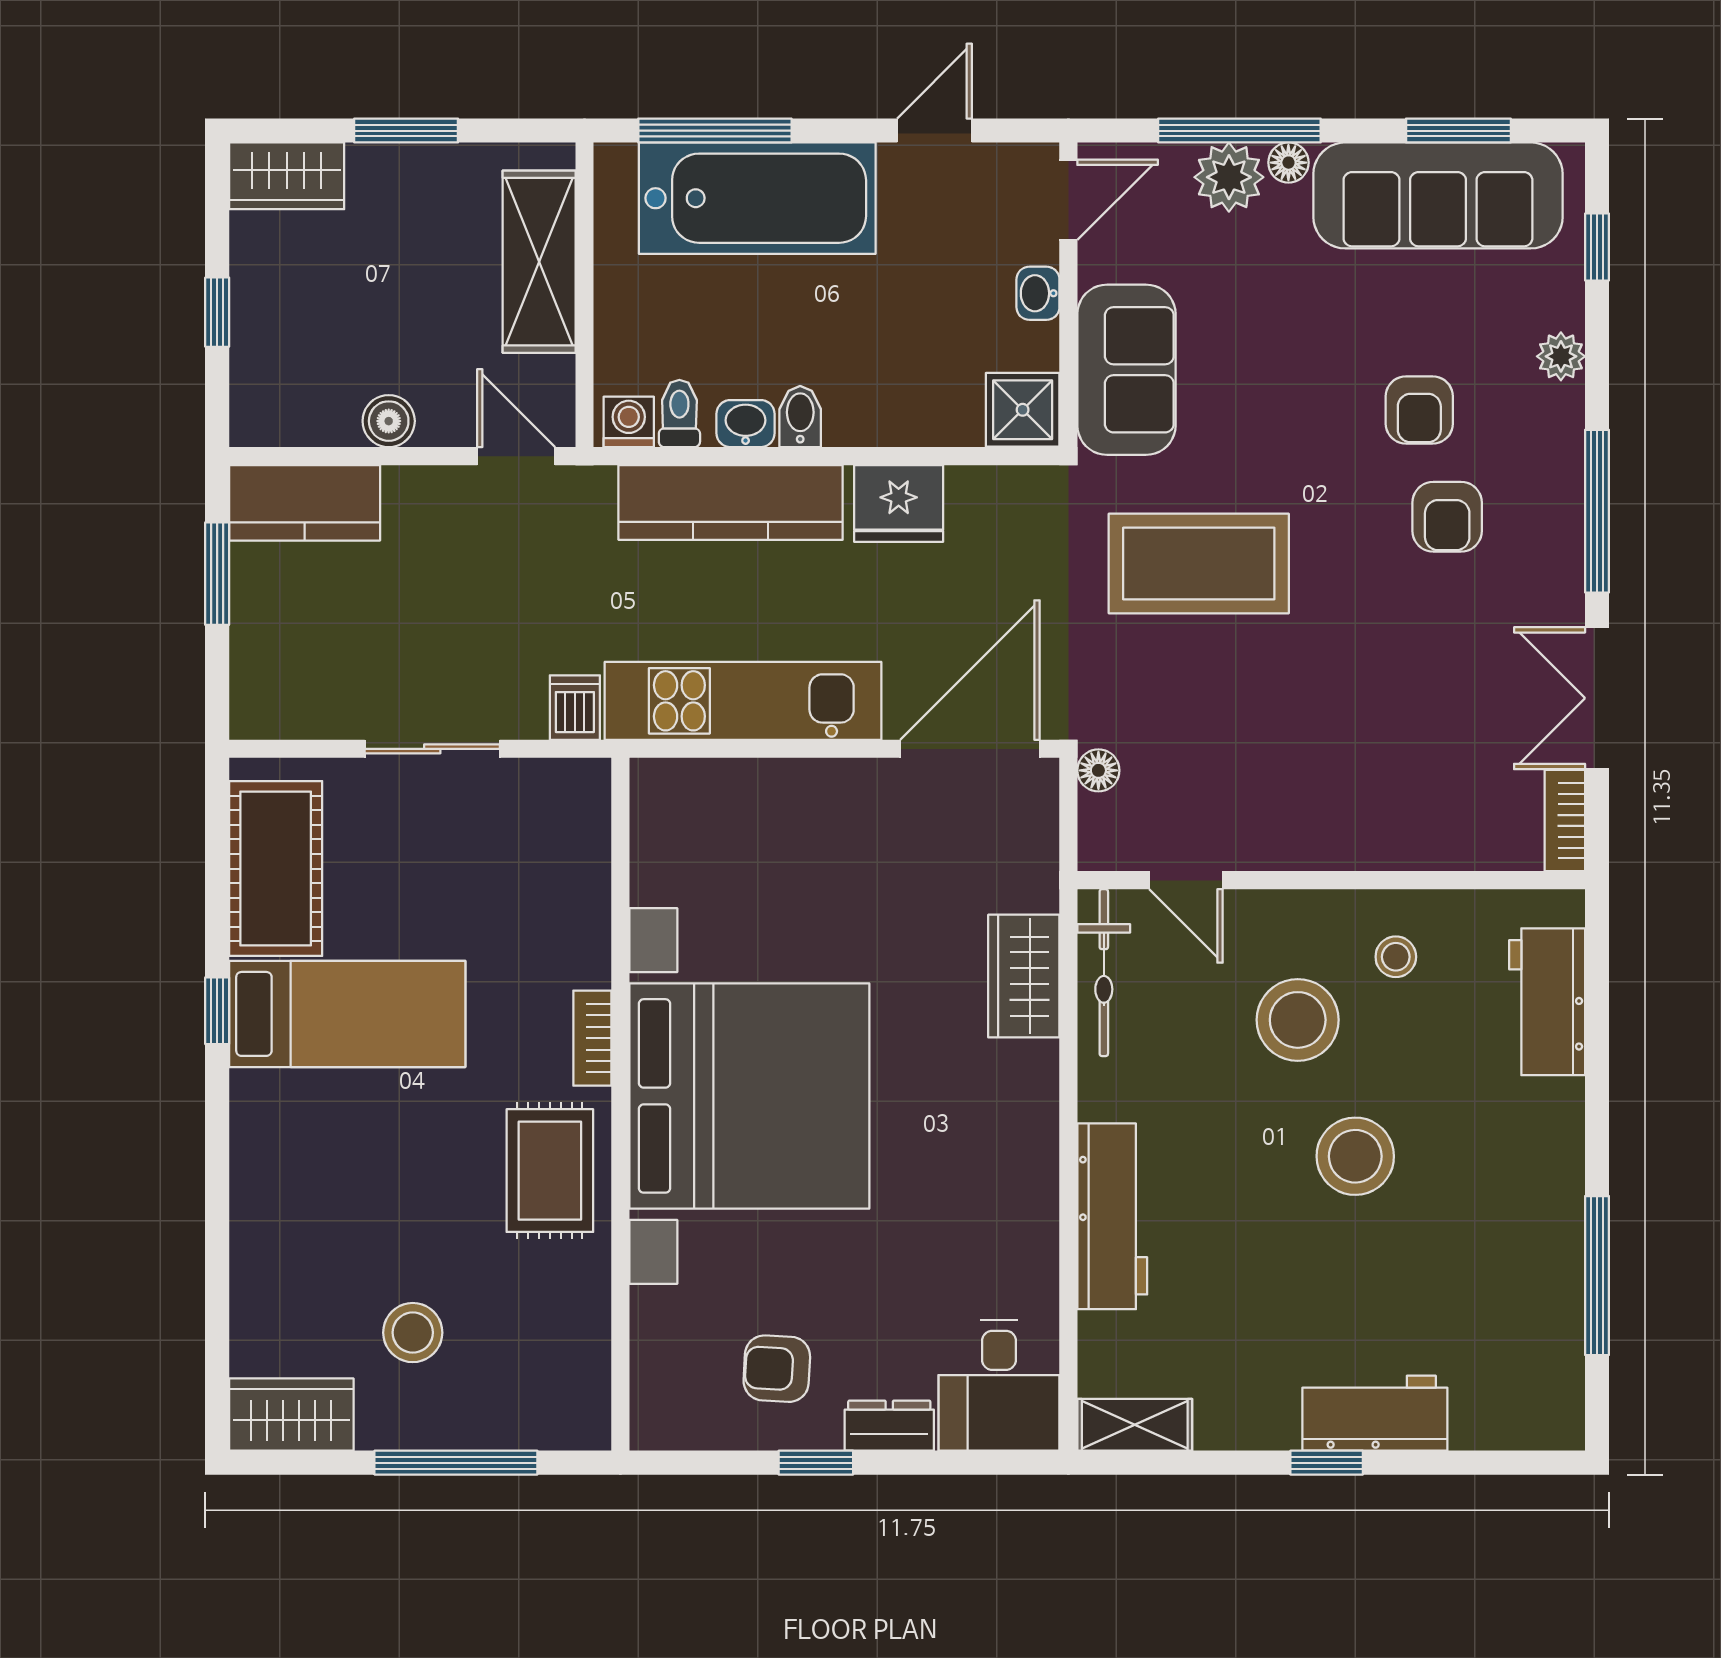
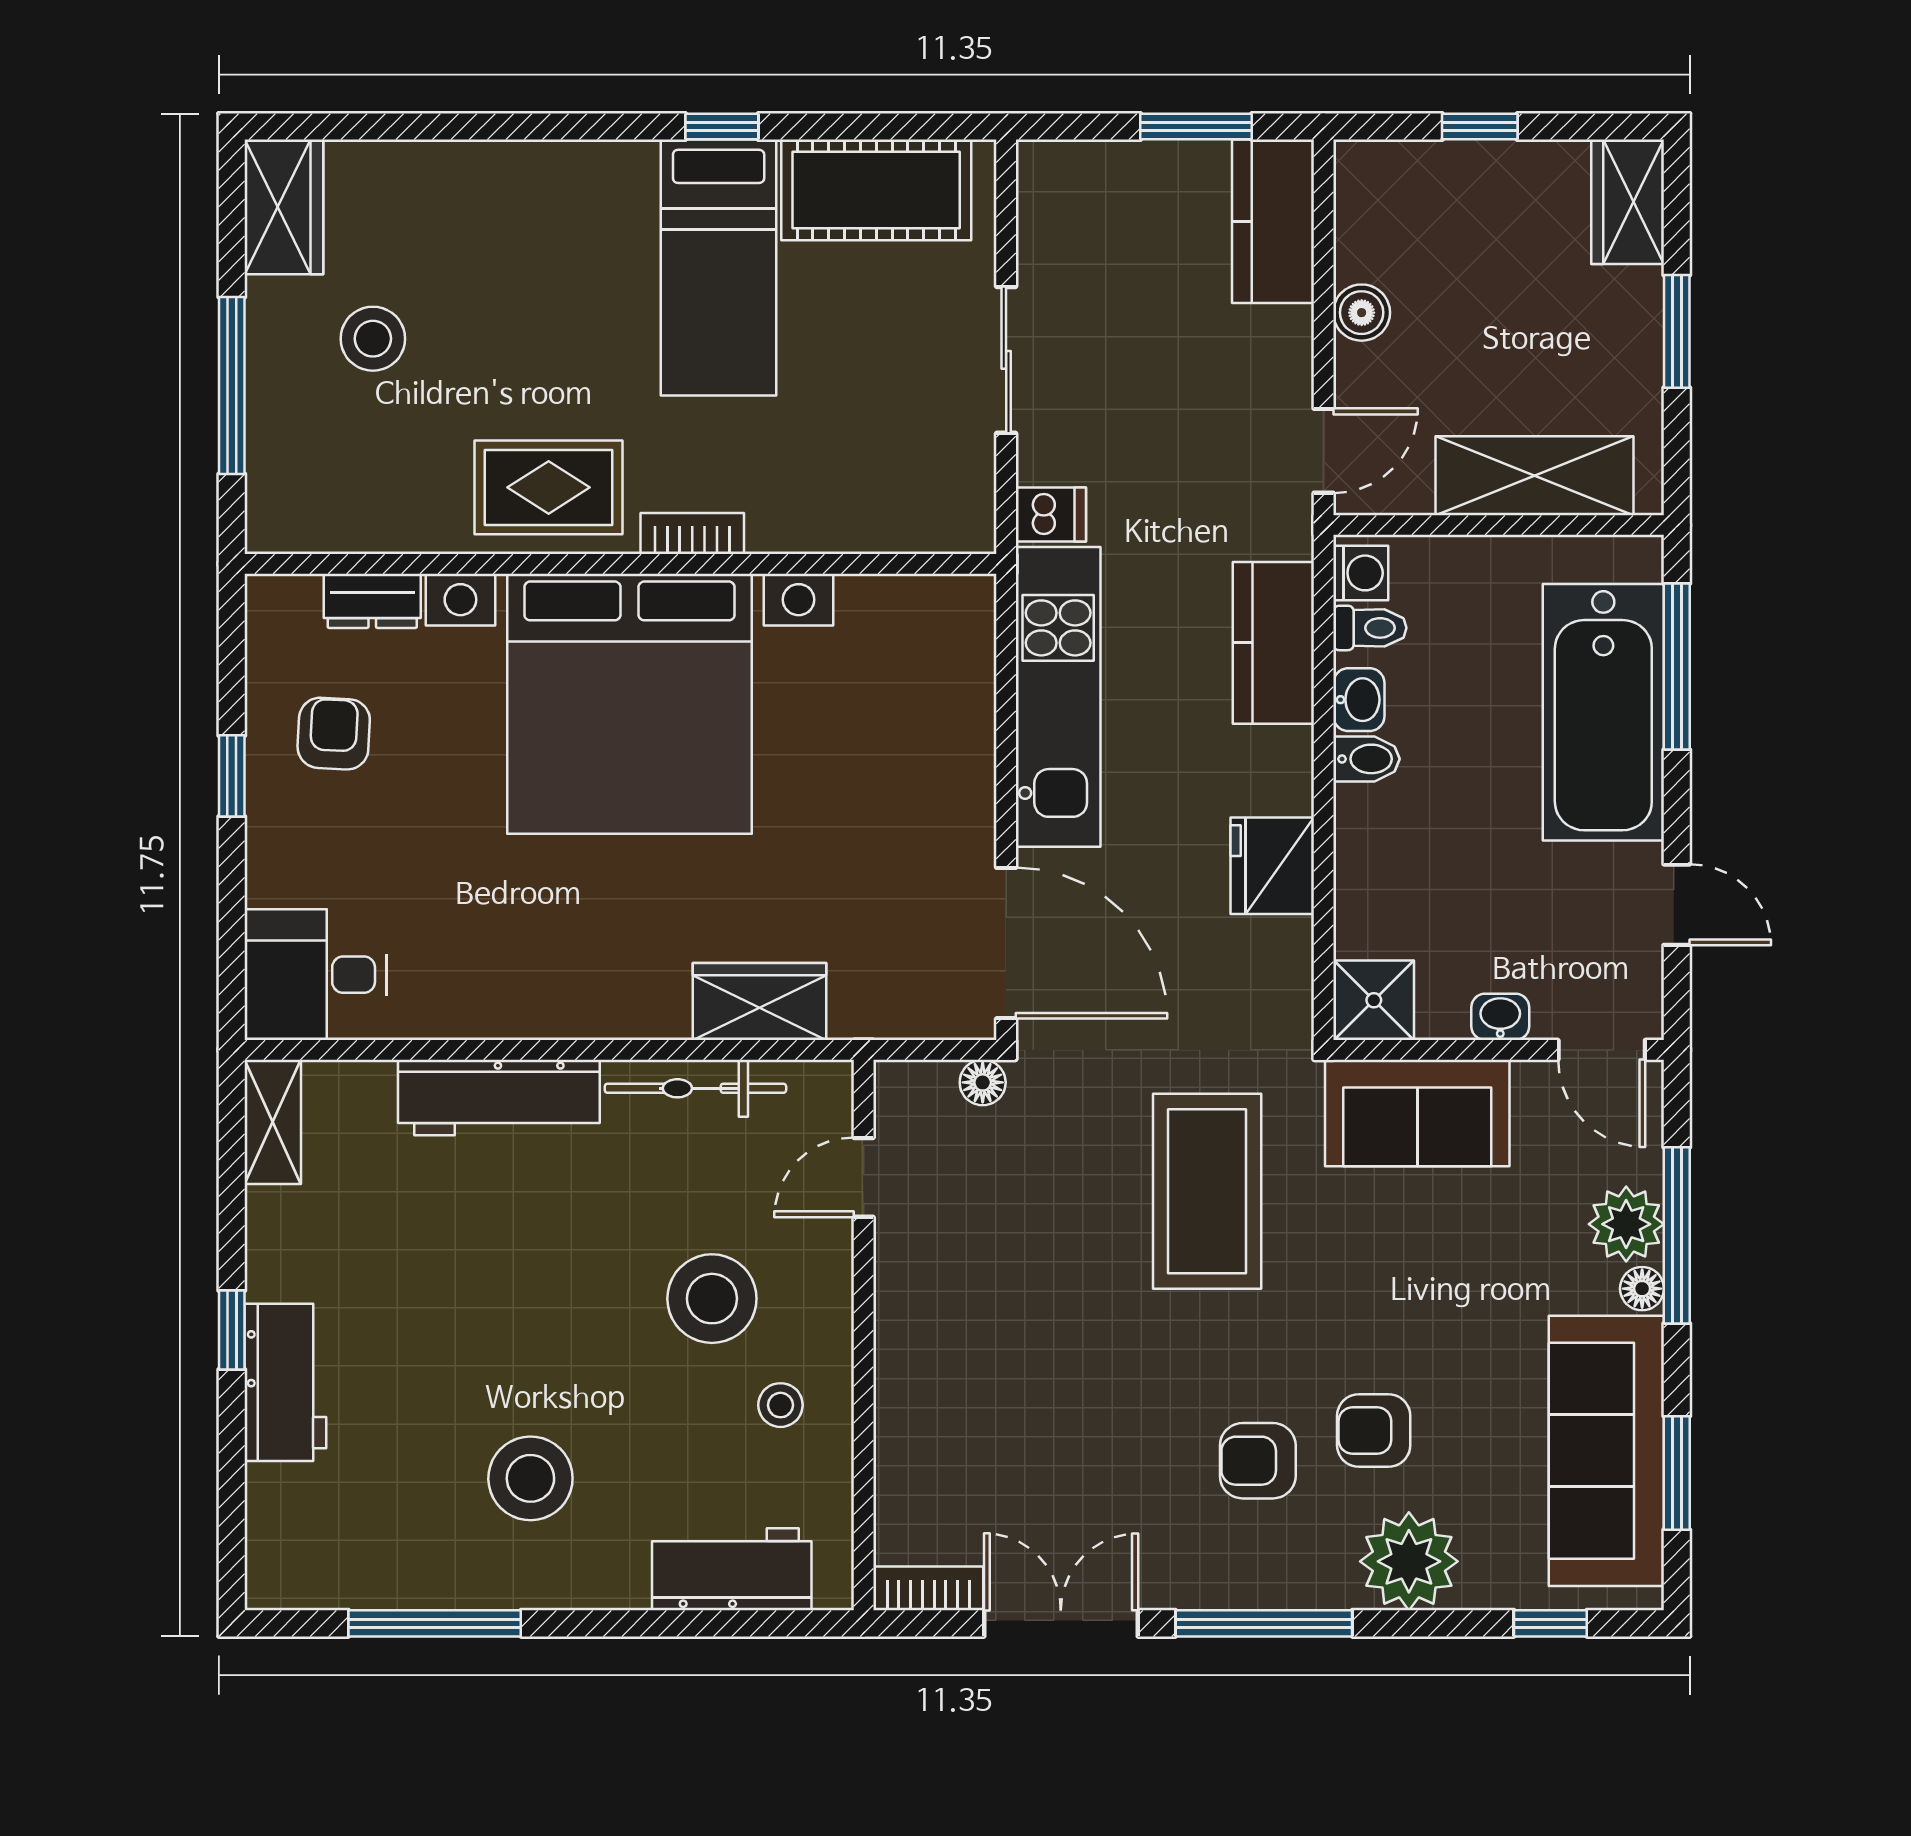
plant: (1561, 356) -> (1409, 1561), width x1.88, depth x1.88
kitchen counter: (731, 502) -> (1273, 643), width x0.67
bicycle: (1104, 973) -> (695, 1088), moved
stool: (1355, 1156) -> (530, 1478), moved
dresser: (889, 1426) -> (372, 601), moved, turned 90

